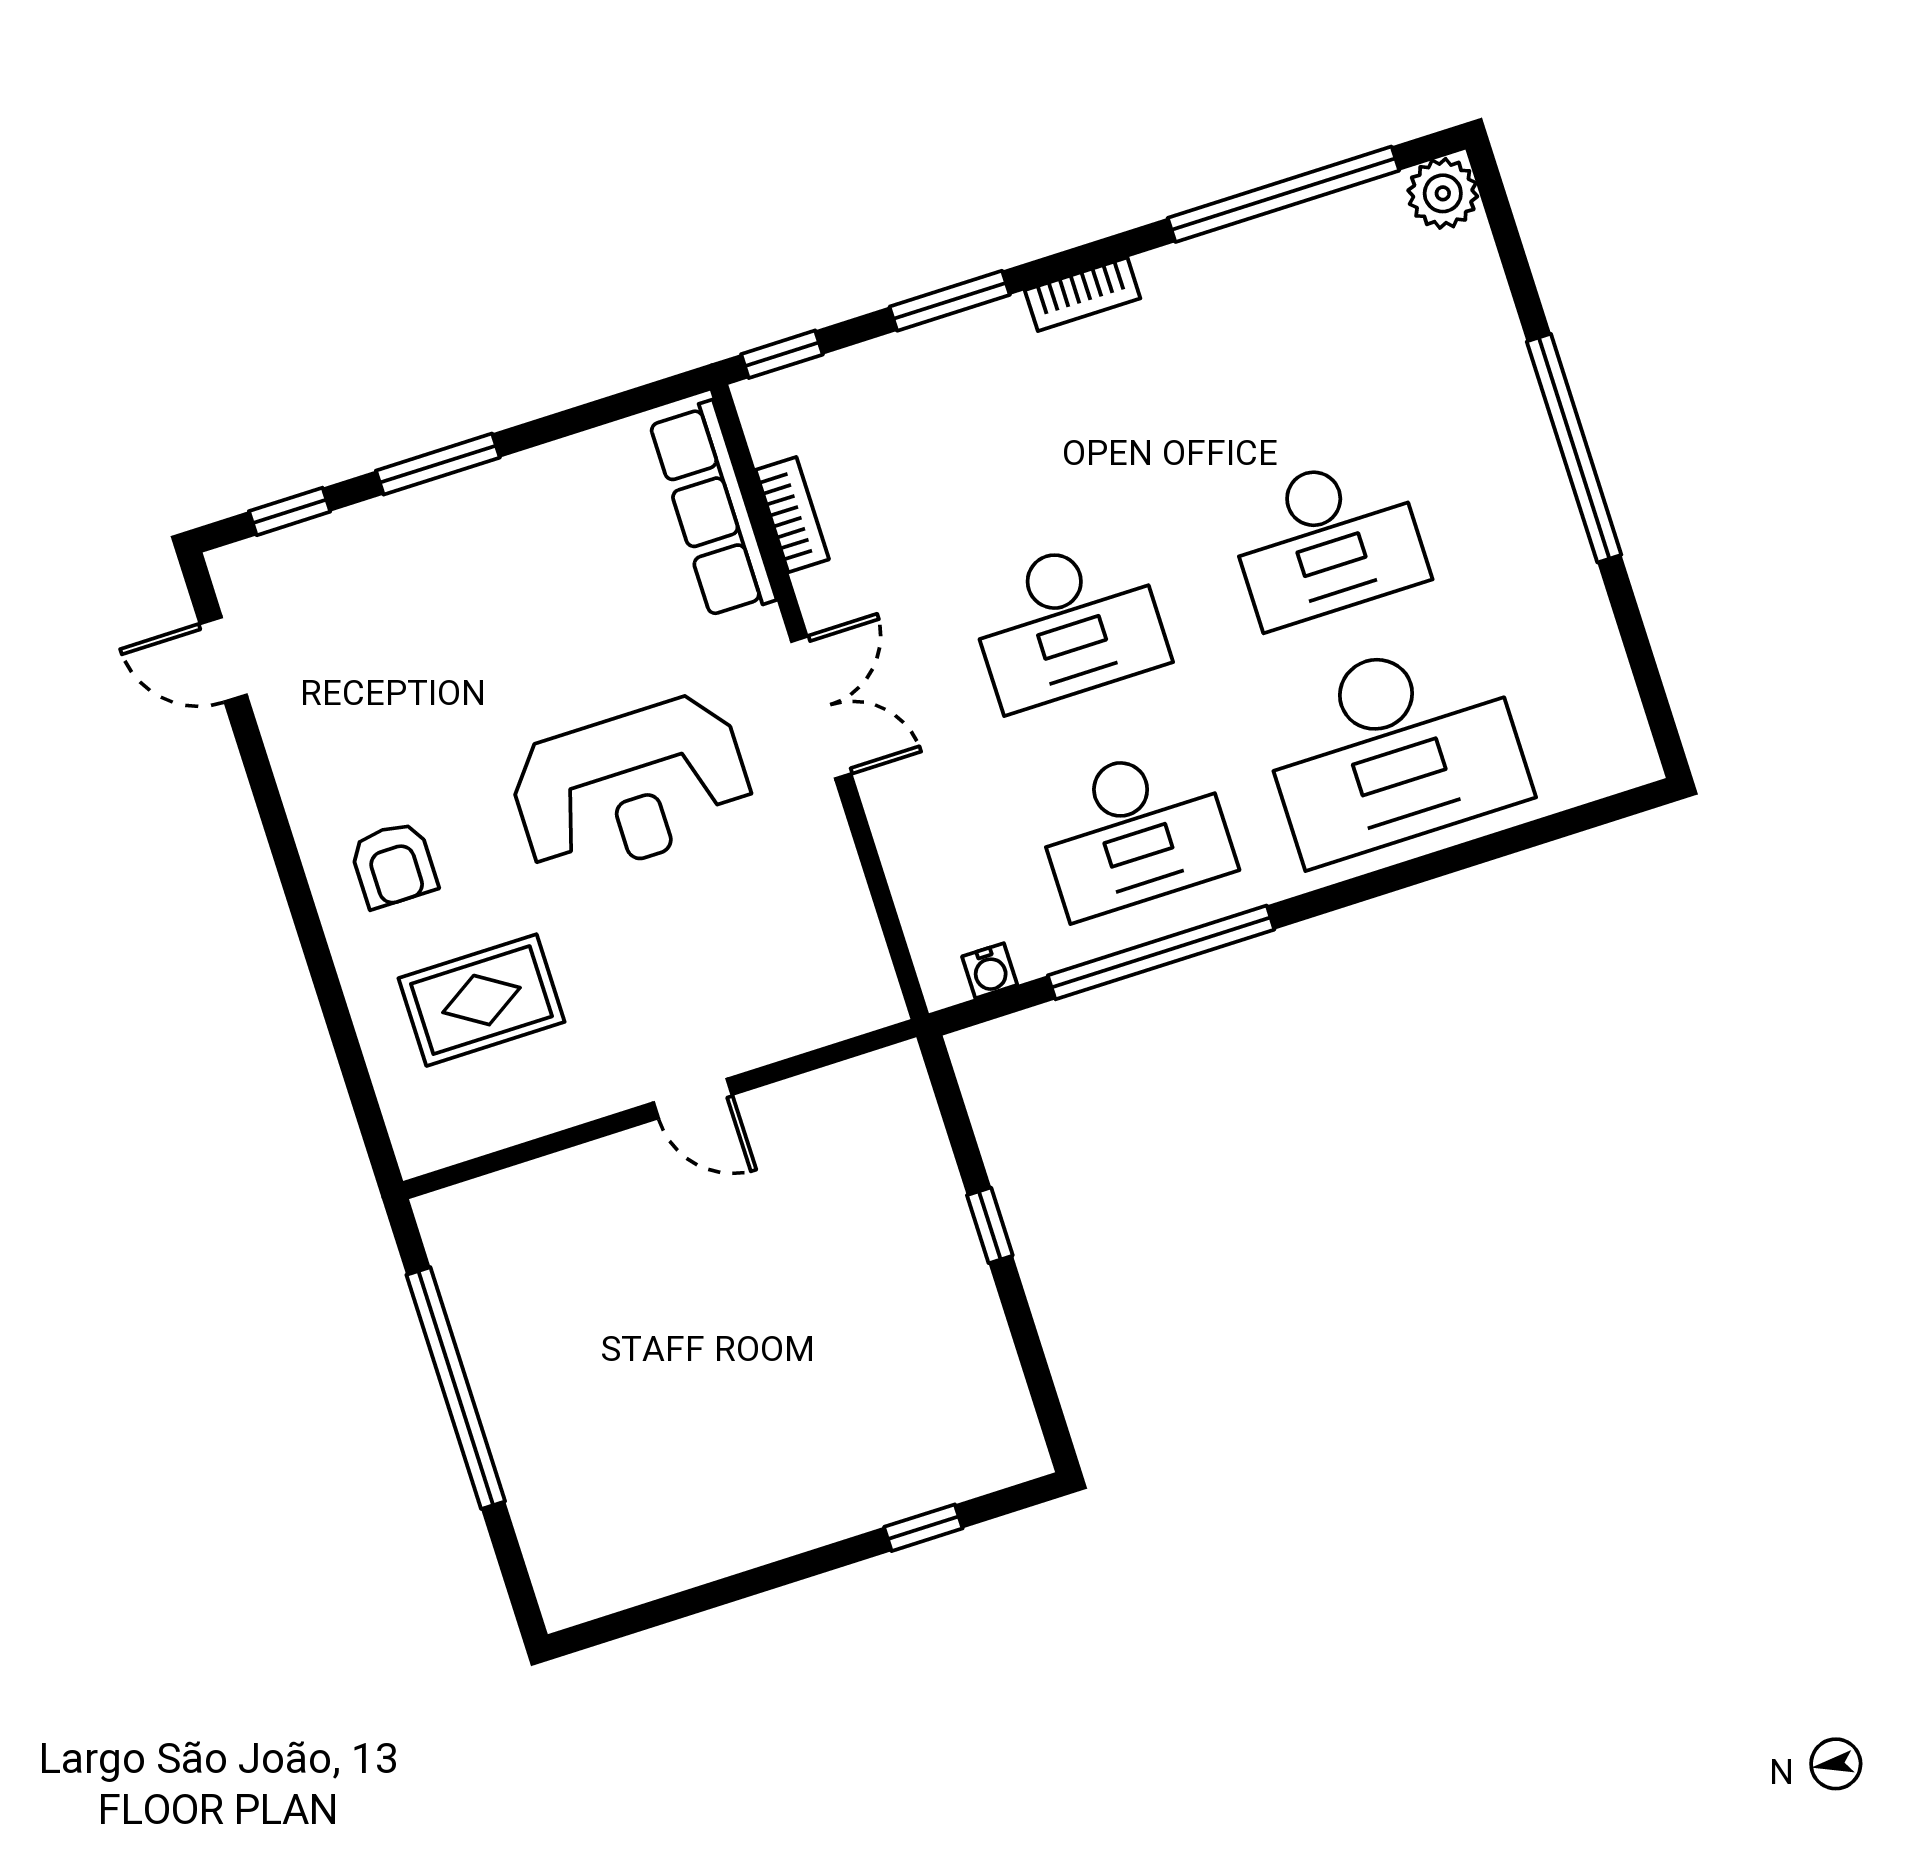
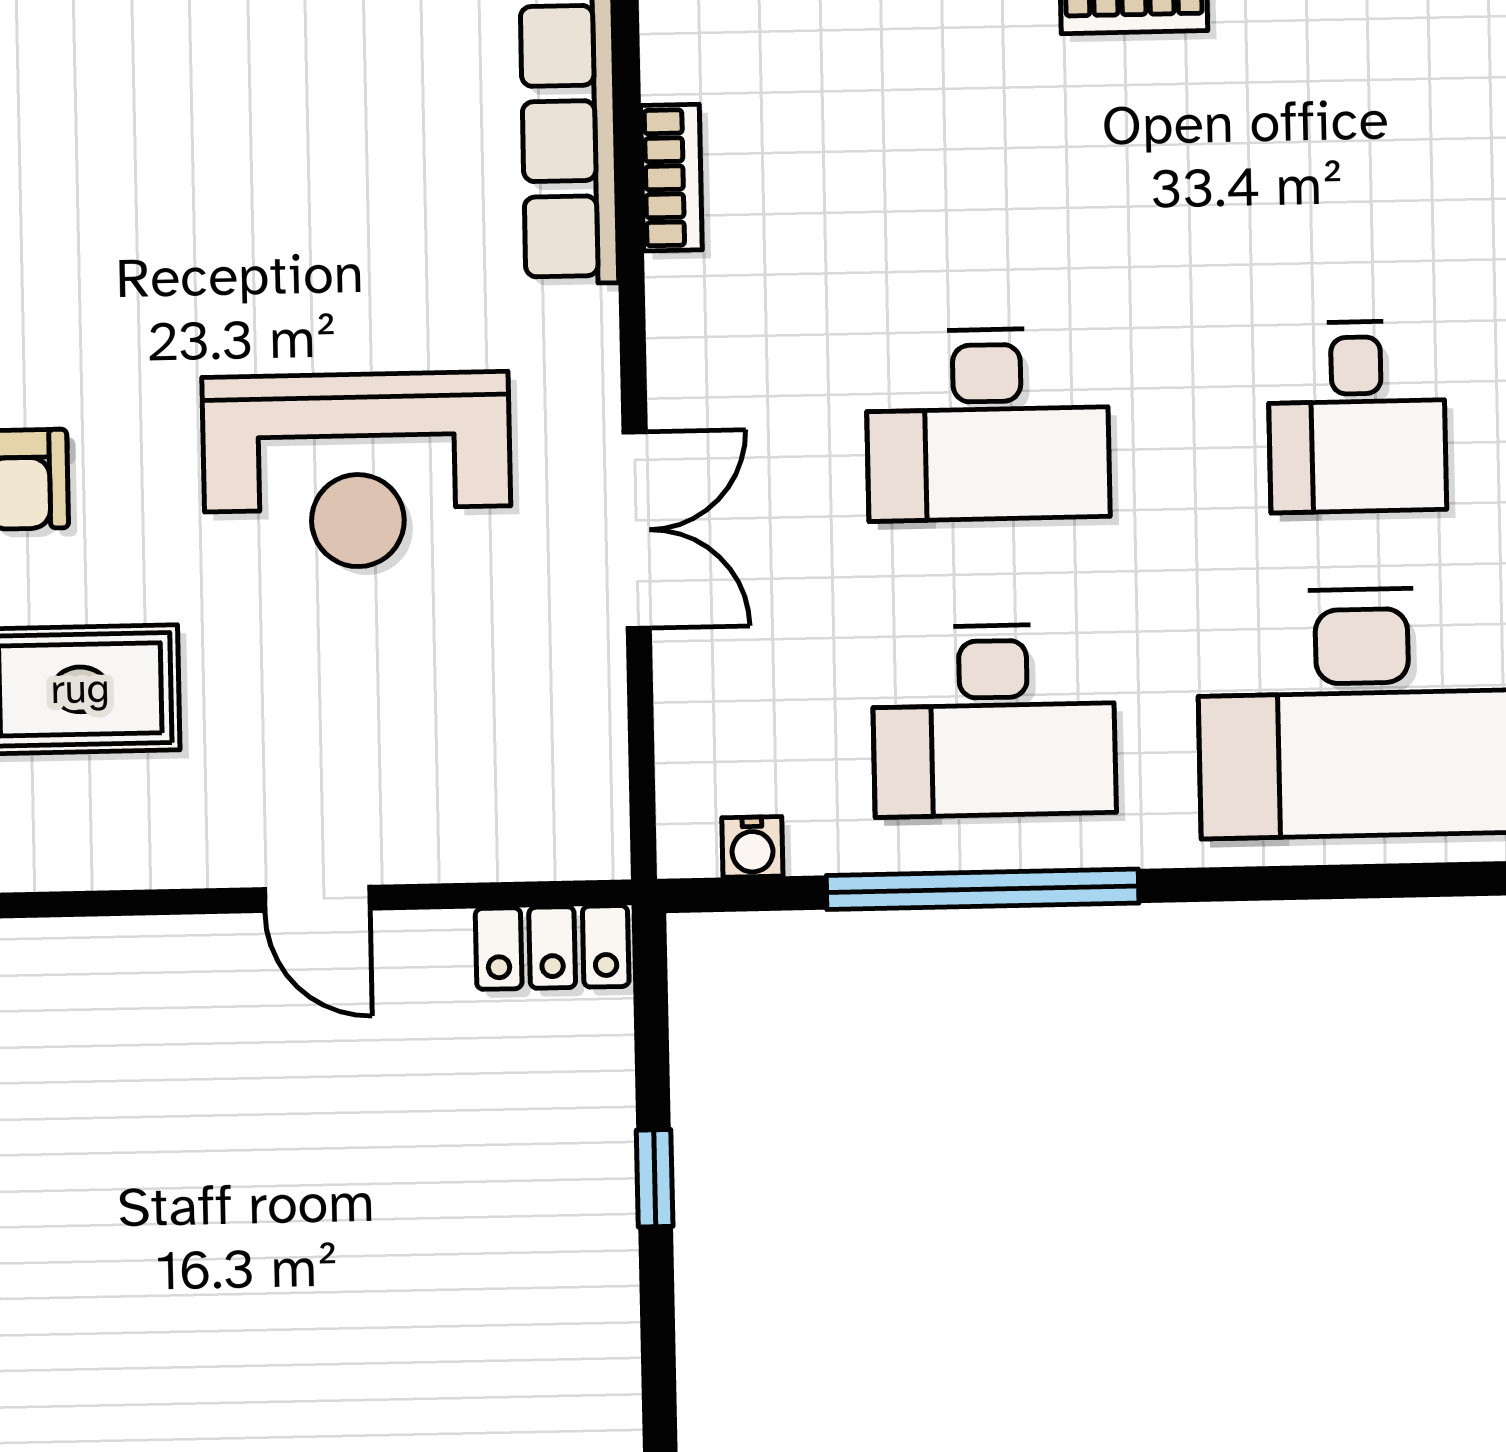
desk: (1327, 540) -> (1357, 417), width x0.73
double door: (821, 708) -> (637, 530), moved
locker: (869, 1084) -> (552, 947), added

